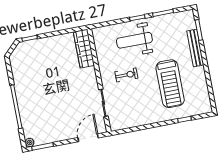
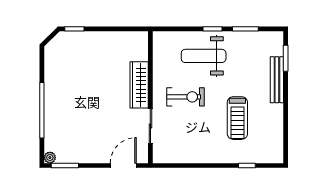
wardrobe: (84, 49) -> (139, 85), moved
exercise bike: (126, 75) -> (185, 97), width x1.38, depth x1.39
treadmill: (170, 84) -> (237, 118), width x0.73, depth x0.73

